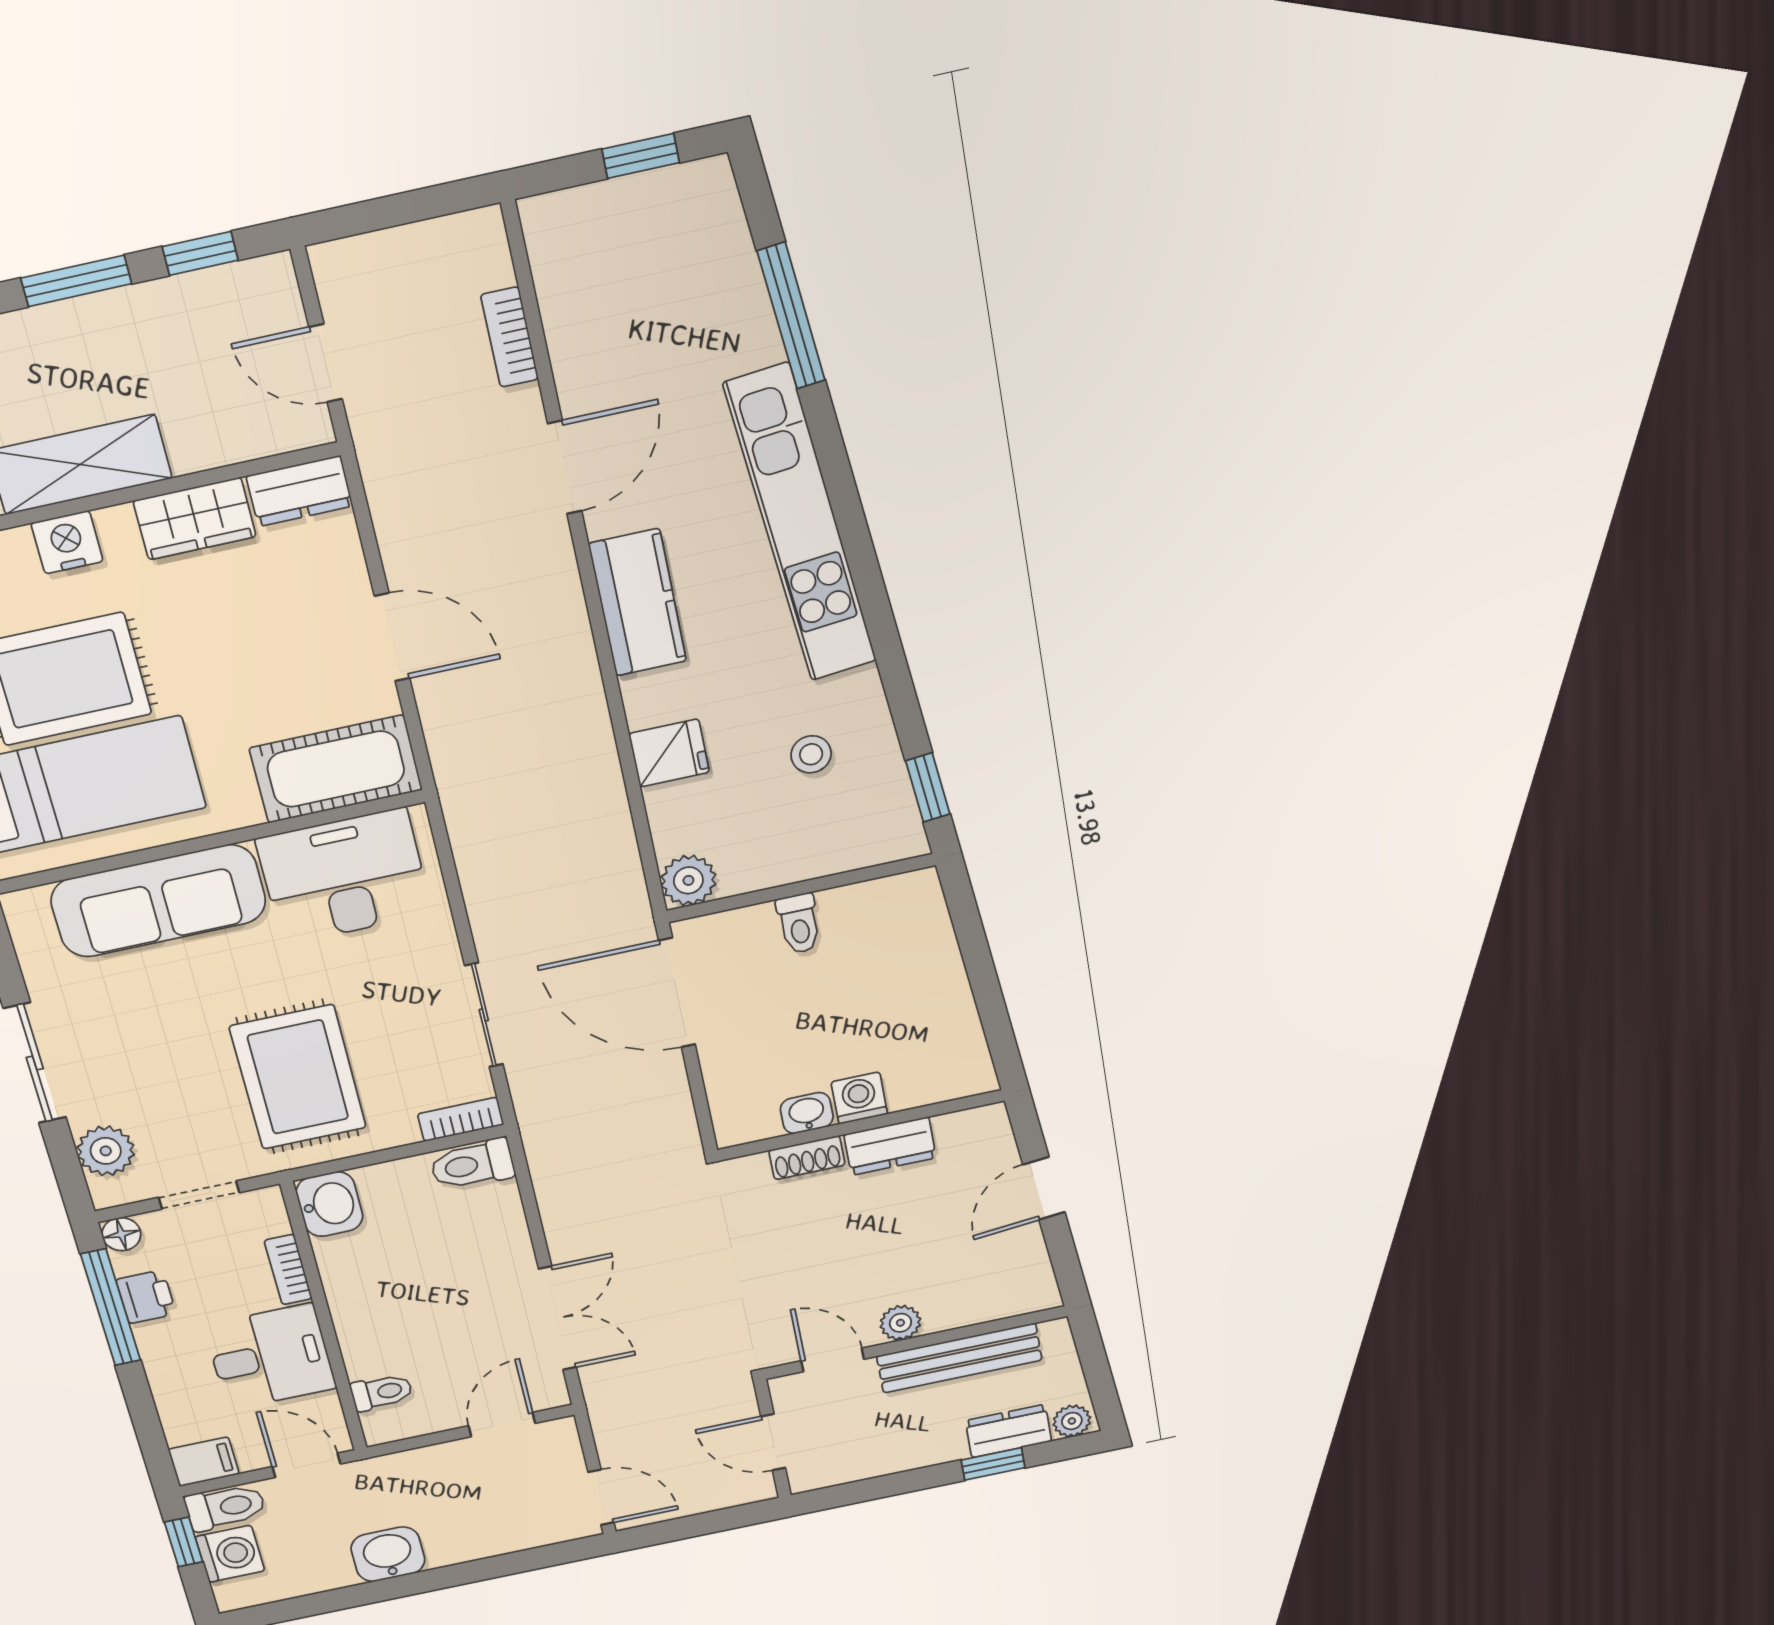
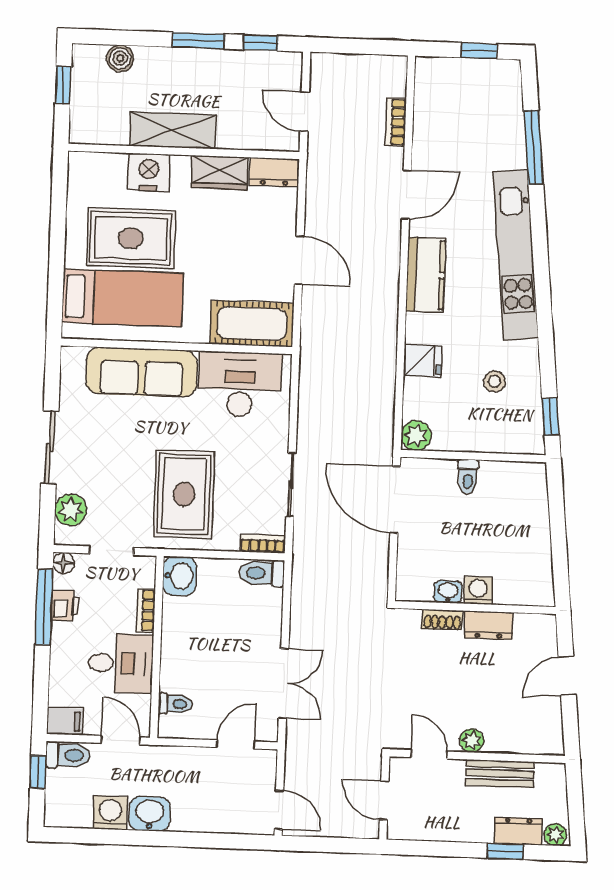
nightstand: (67, 542) -> (149, 172), width x1.36, depth x1.33
bench: (959, 1358) -> (500, 774), width x0.73
washing machine: (230, 1554) -> (110, 813), moved, turned -90

